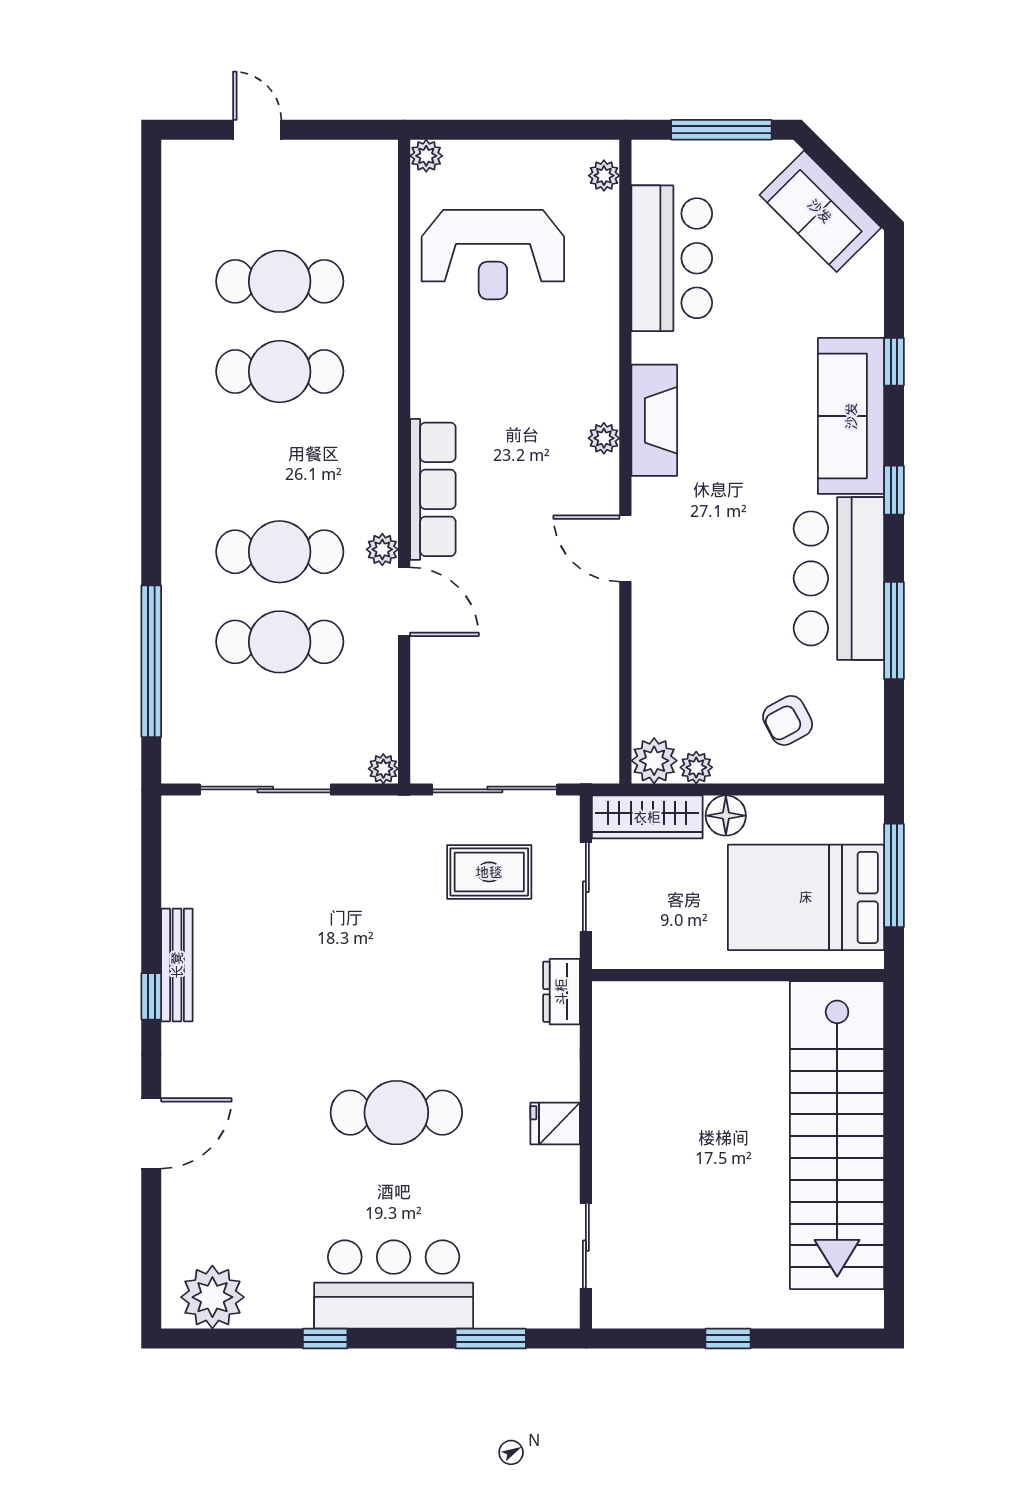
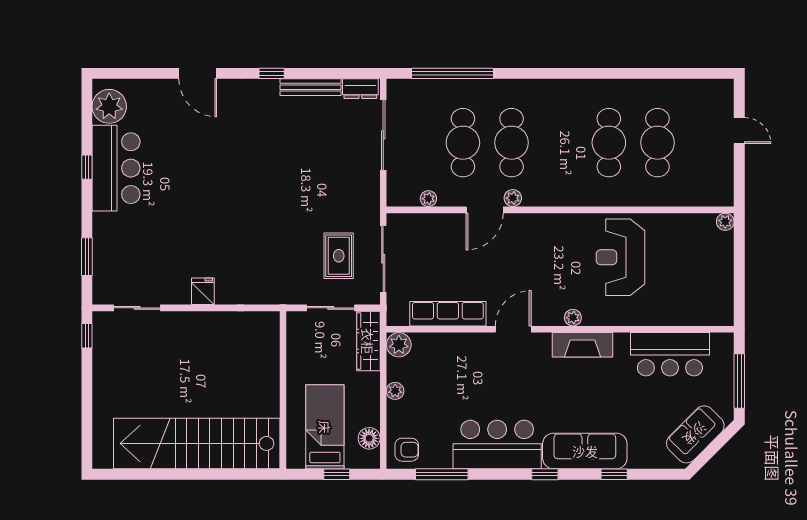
door: (257, 130) -> (739, 130), hinge flipped
plant: (604, 176) -> (715, 318), removed
reception desk: (493, 255) -> (620, 257), moved
row of seats: (433, 489) -> (448, 314), moved, turned 180
window: (894, 631) -> (442, 474), moved
armchair: (788, 720) -> (407, 450), moved, turned 118
plant: (696, 767) -> (395, 391), moved
plant: (383, 769) -> (428, 199), moved
floor lamp: (726, 816) -> (369, 438), moved
window: (894, 875) -> (337, 474), width x0.46
bed: (806, 897) -> (325, 427), width x0.67
bench: (177, 965) -> (311, 87), moved
dresser: (561, 992) -> (360, 89), moved, turned 180
cafe table: (396, 1113) -> (209, 206), removed
bar counter: (394, 1285) -> (116, 168), moved
window: (728, 1339) -> (87, 336), moved

